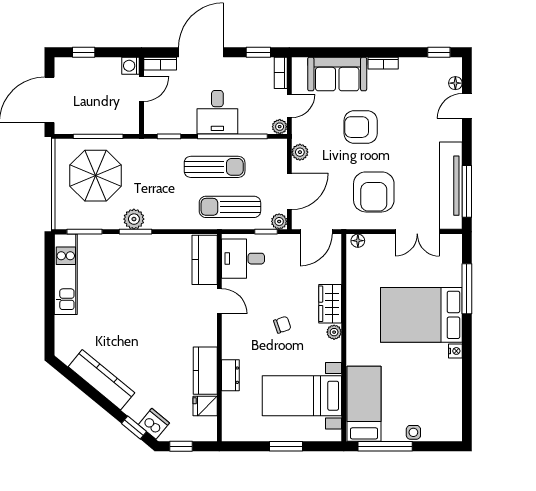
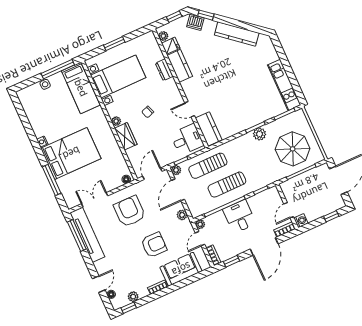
plant: (425, 65) -> (133, 297), added
sun lounger: (230, 207) -> (208, 166), turned 180
plant: (209, 425) -> (163, 36), added

